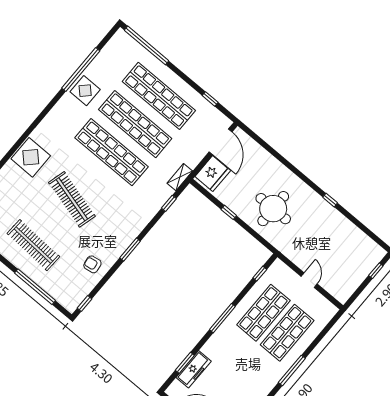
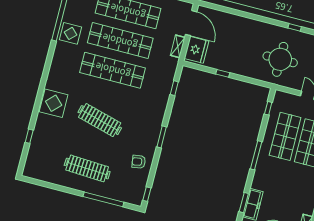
shelving: (180, 177) -> (178, 46), moved
round table: (273, 209) -> (280, 59), moved

